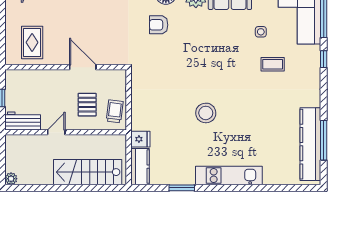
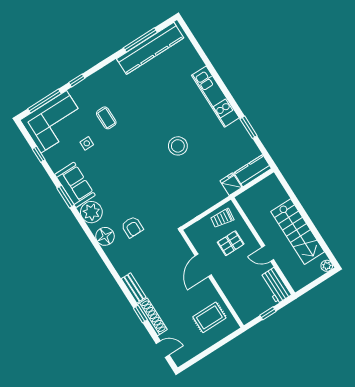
stairs: (88, 172) -> (298, 232), moved

